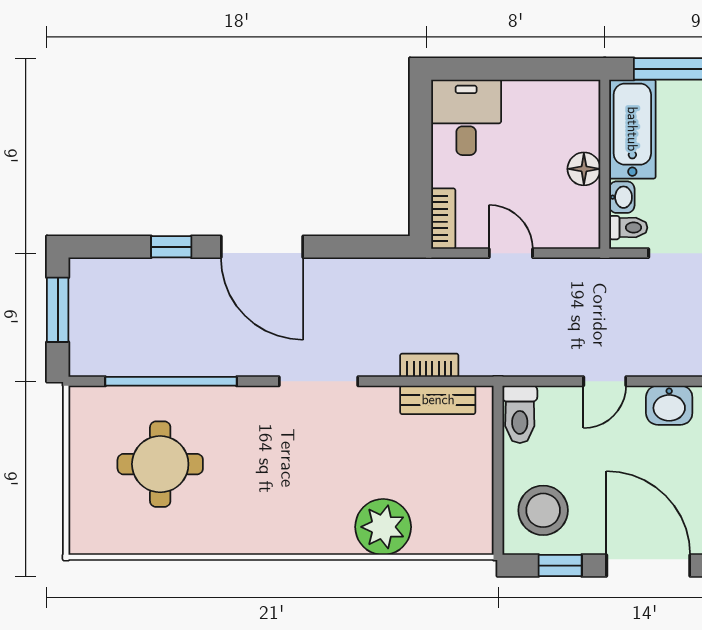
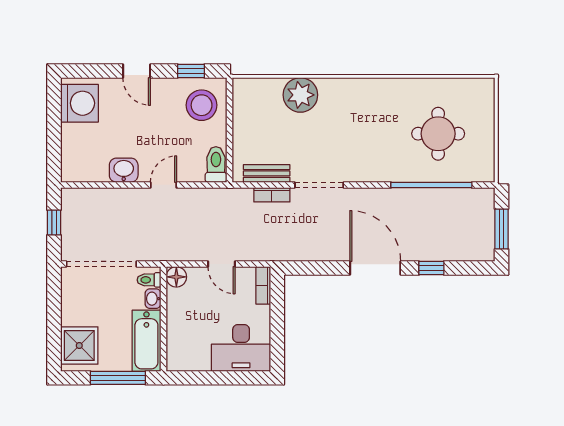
desk: (466, 117) -> (241, 348), width x1.37
floor lamp: (584, 169) -> (176, 277), moved
doorway: (318, 381) -> (319, 185), moved
door: (648, 566) -> (137, 71), width x0.53

